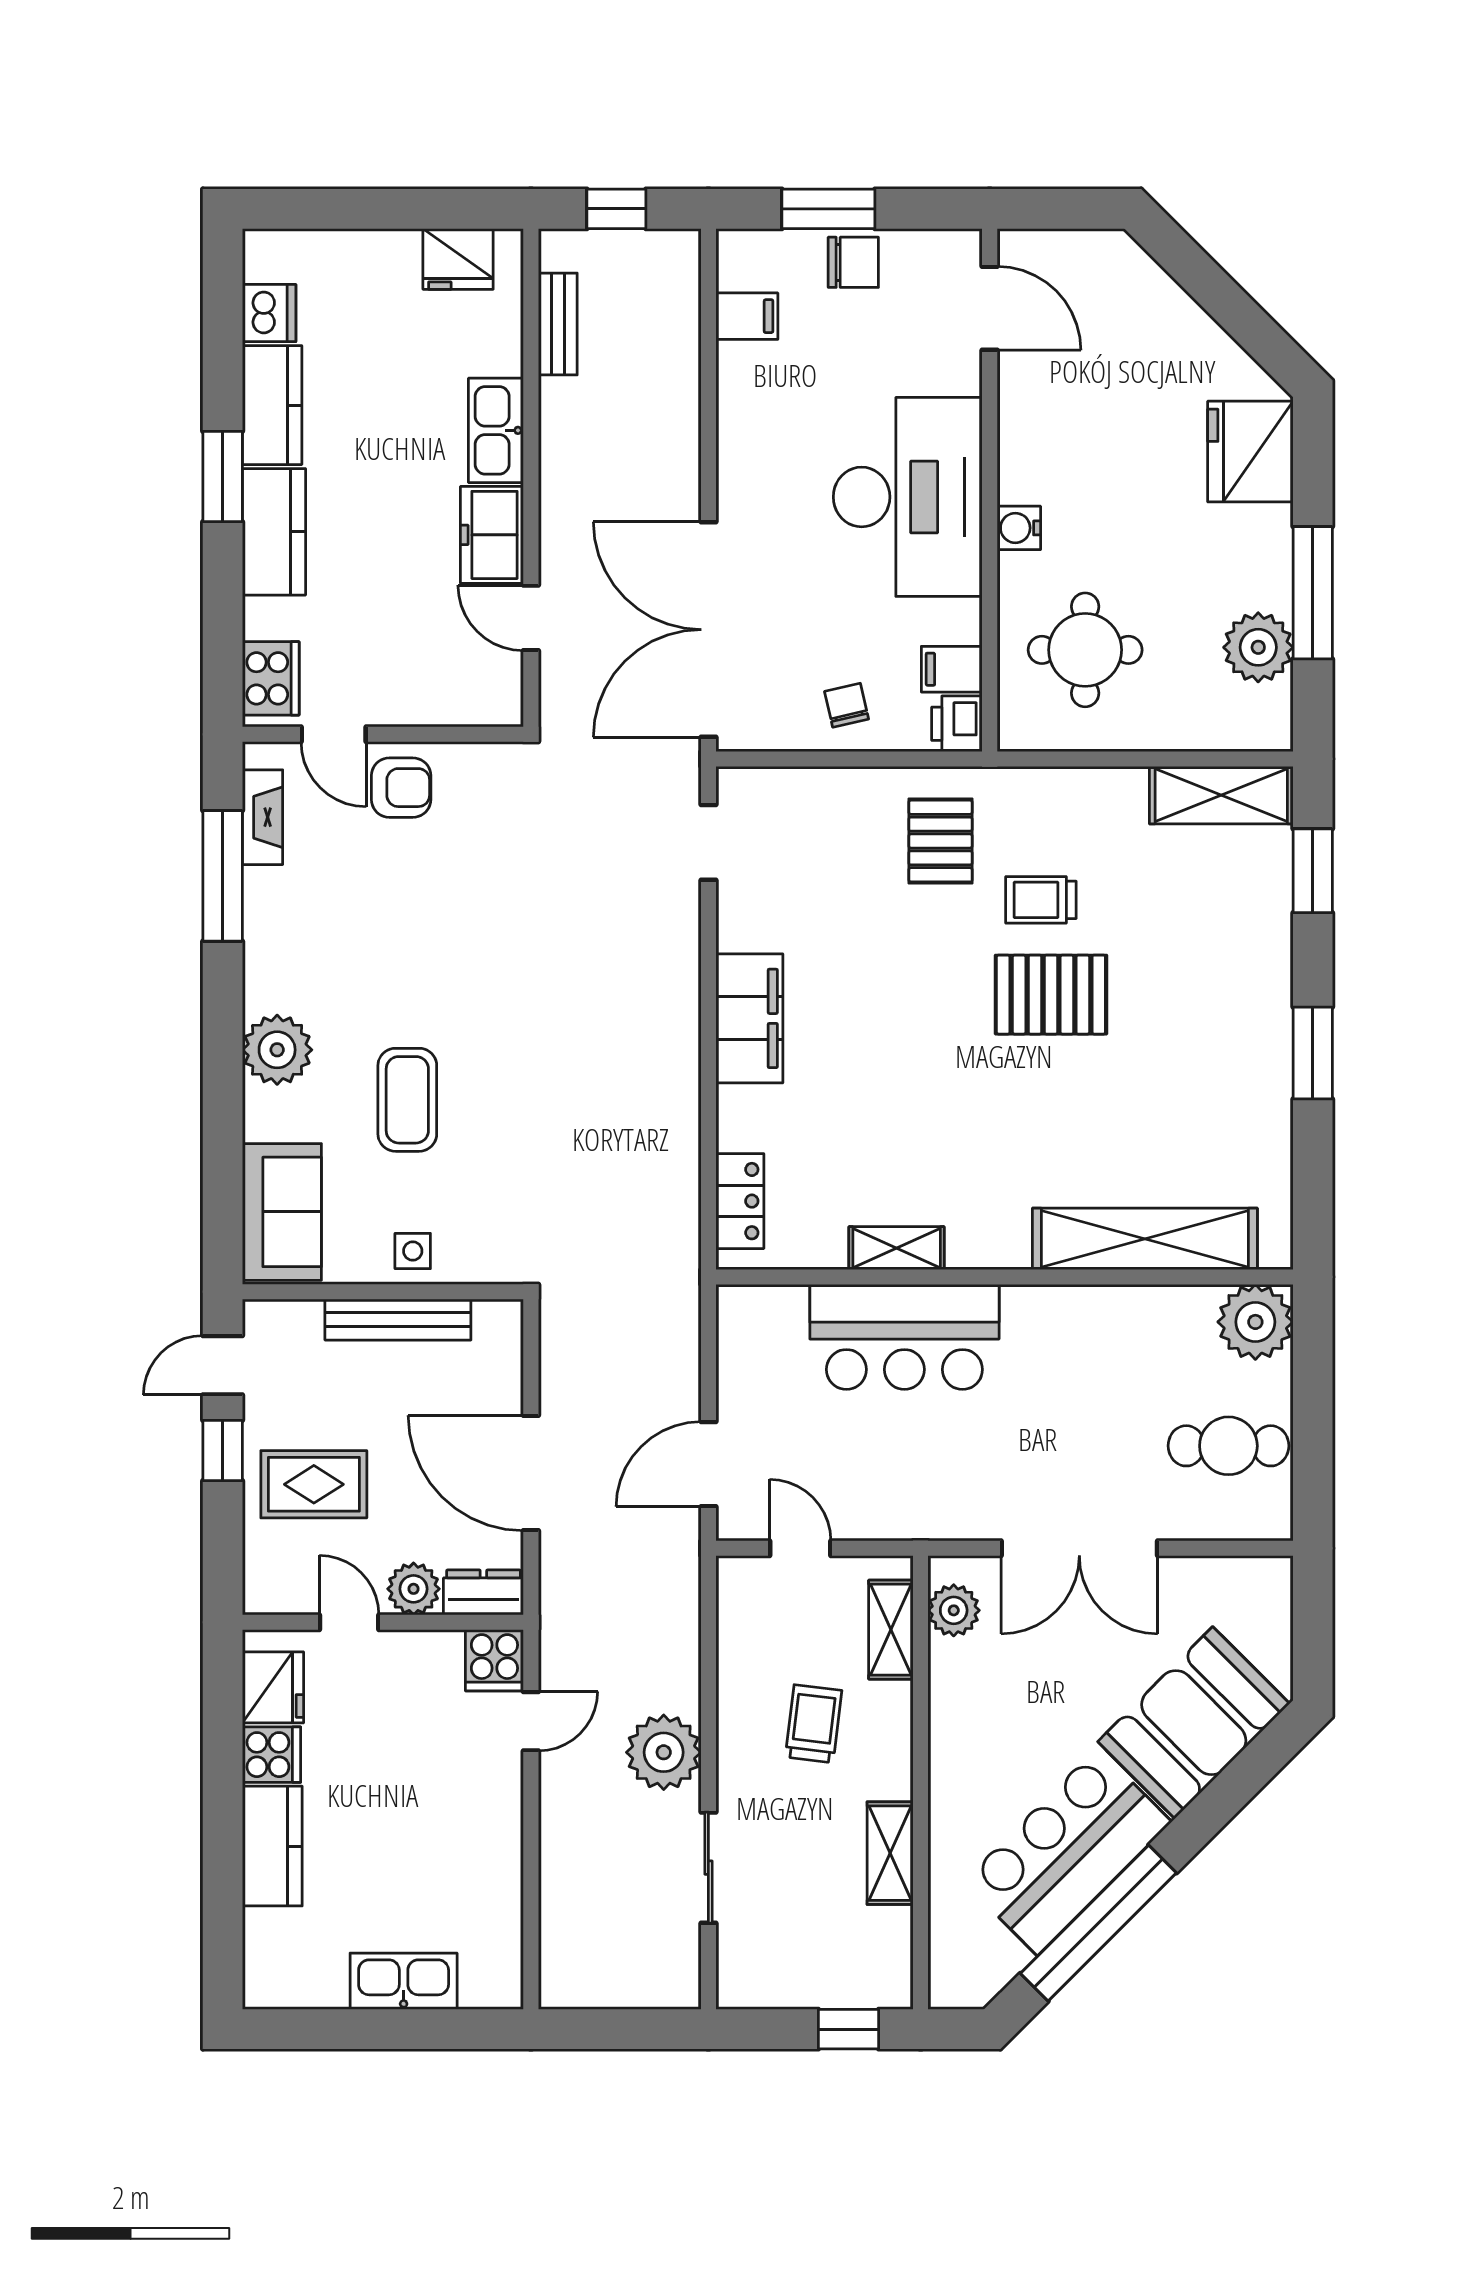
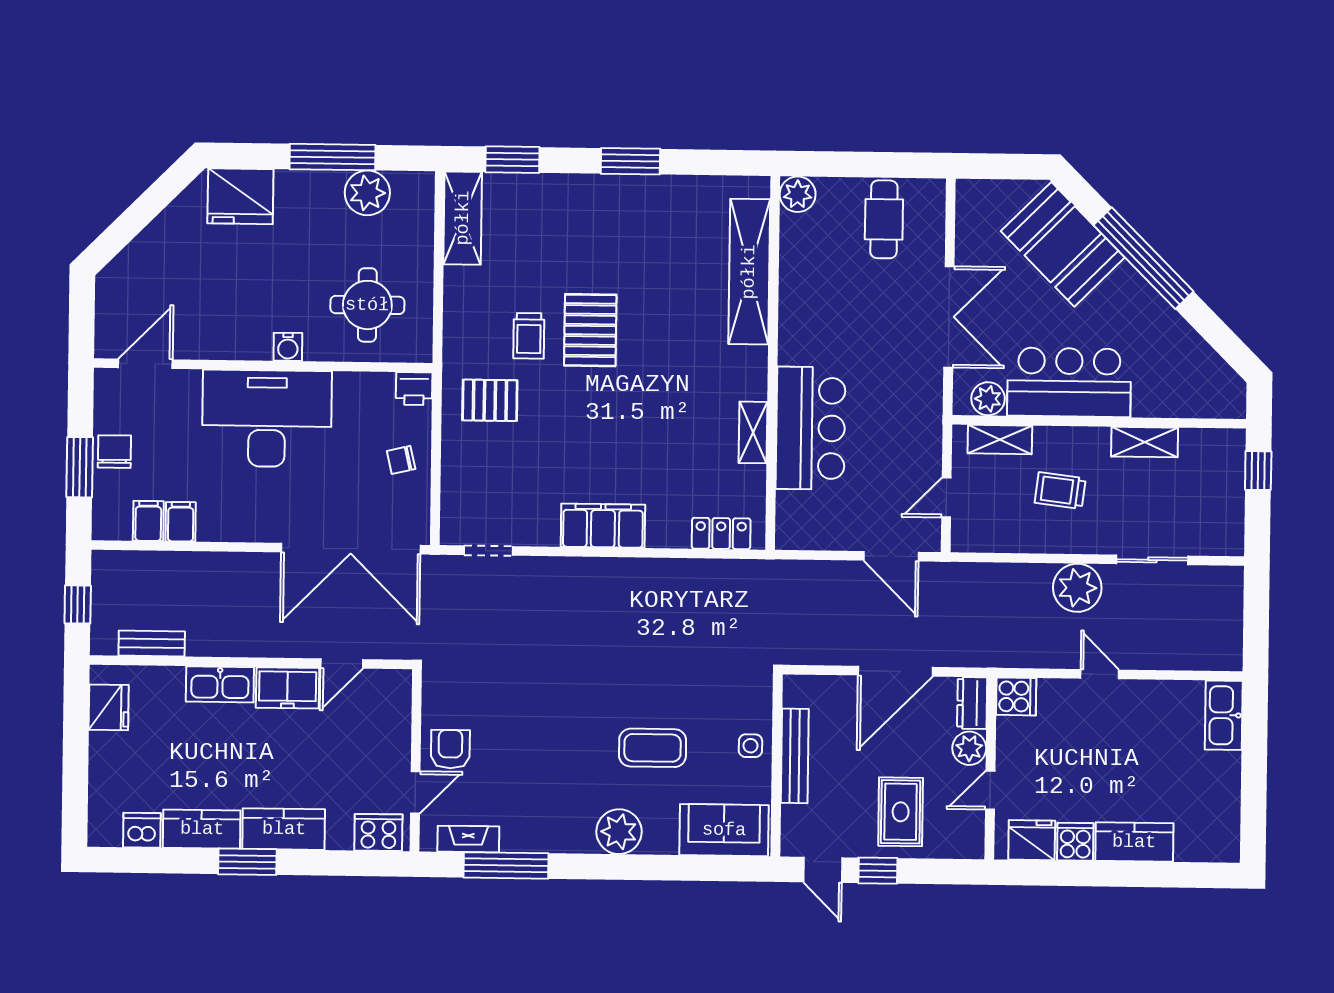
filing cabinet: (952, 669) -> (181, 522), moved, turned 180
plant: (1255, 1322) -> (798, 194), width x0.73, depth x0.73
door: (531, 1721) -> (1100, 674), moved
bar counter: (1067, 1852) -> (1069, 382), moved, turned 135
window: (1098, 1923) -> (1143, 258), moved
kitchen sink: (404, 1981) -> (1224, 715), moved

